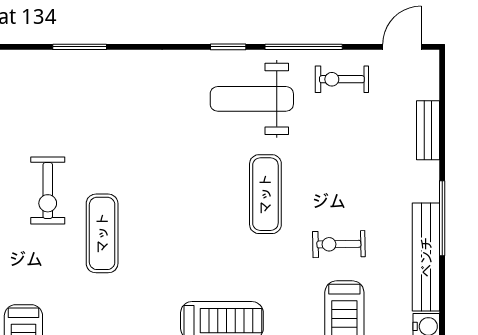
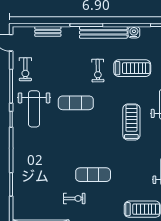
exercise bike: (48, 191) -> (74, 198), width x0.73, depth x0.72

